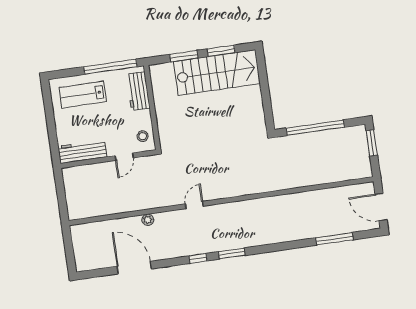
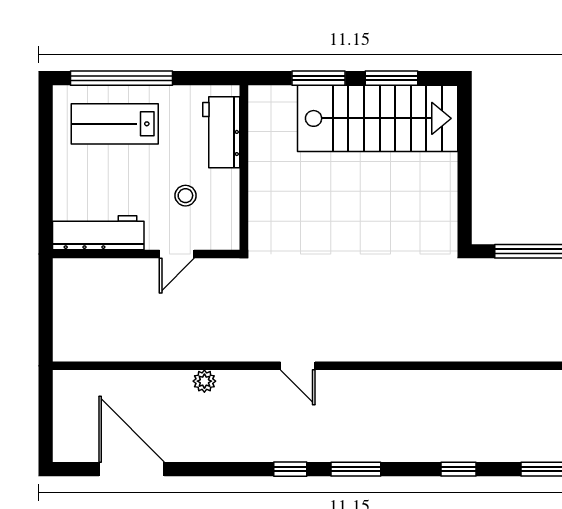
window: (110, 67) -> (121, 78), moved
stool: (143, 136) -> (185, 196), moved
door: (194, 205) -> (298, 366), swing flipped
window: (284, 246) -> (459, 469), added
door: (134, 268) -> (132, 469), moved

